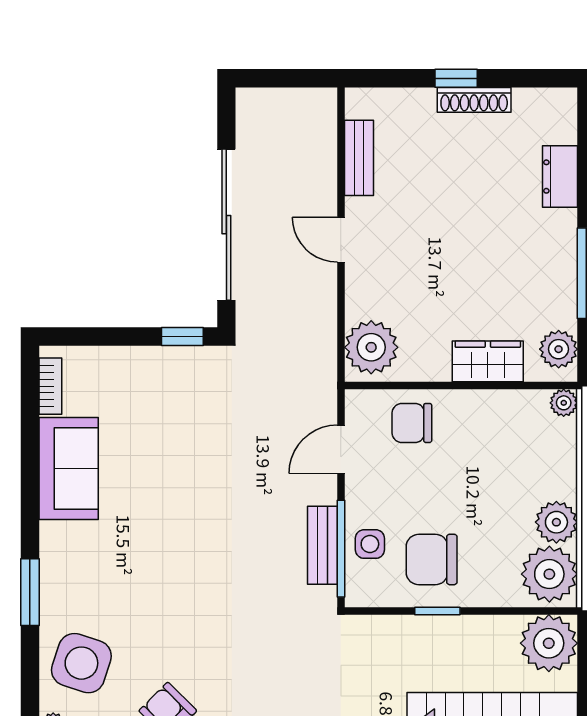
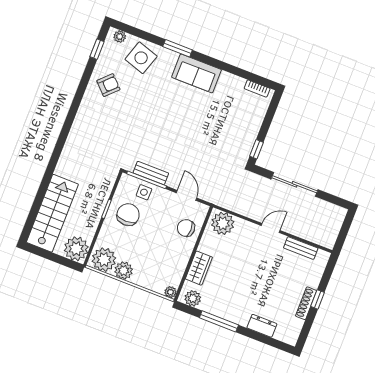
sliding door: (226, 225) -> (295, 184), width x0.73
chair: (412, 423) -> (186, 228), turned -90
sofa: (69, 468) -> (197, 73), moved

